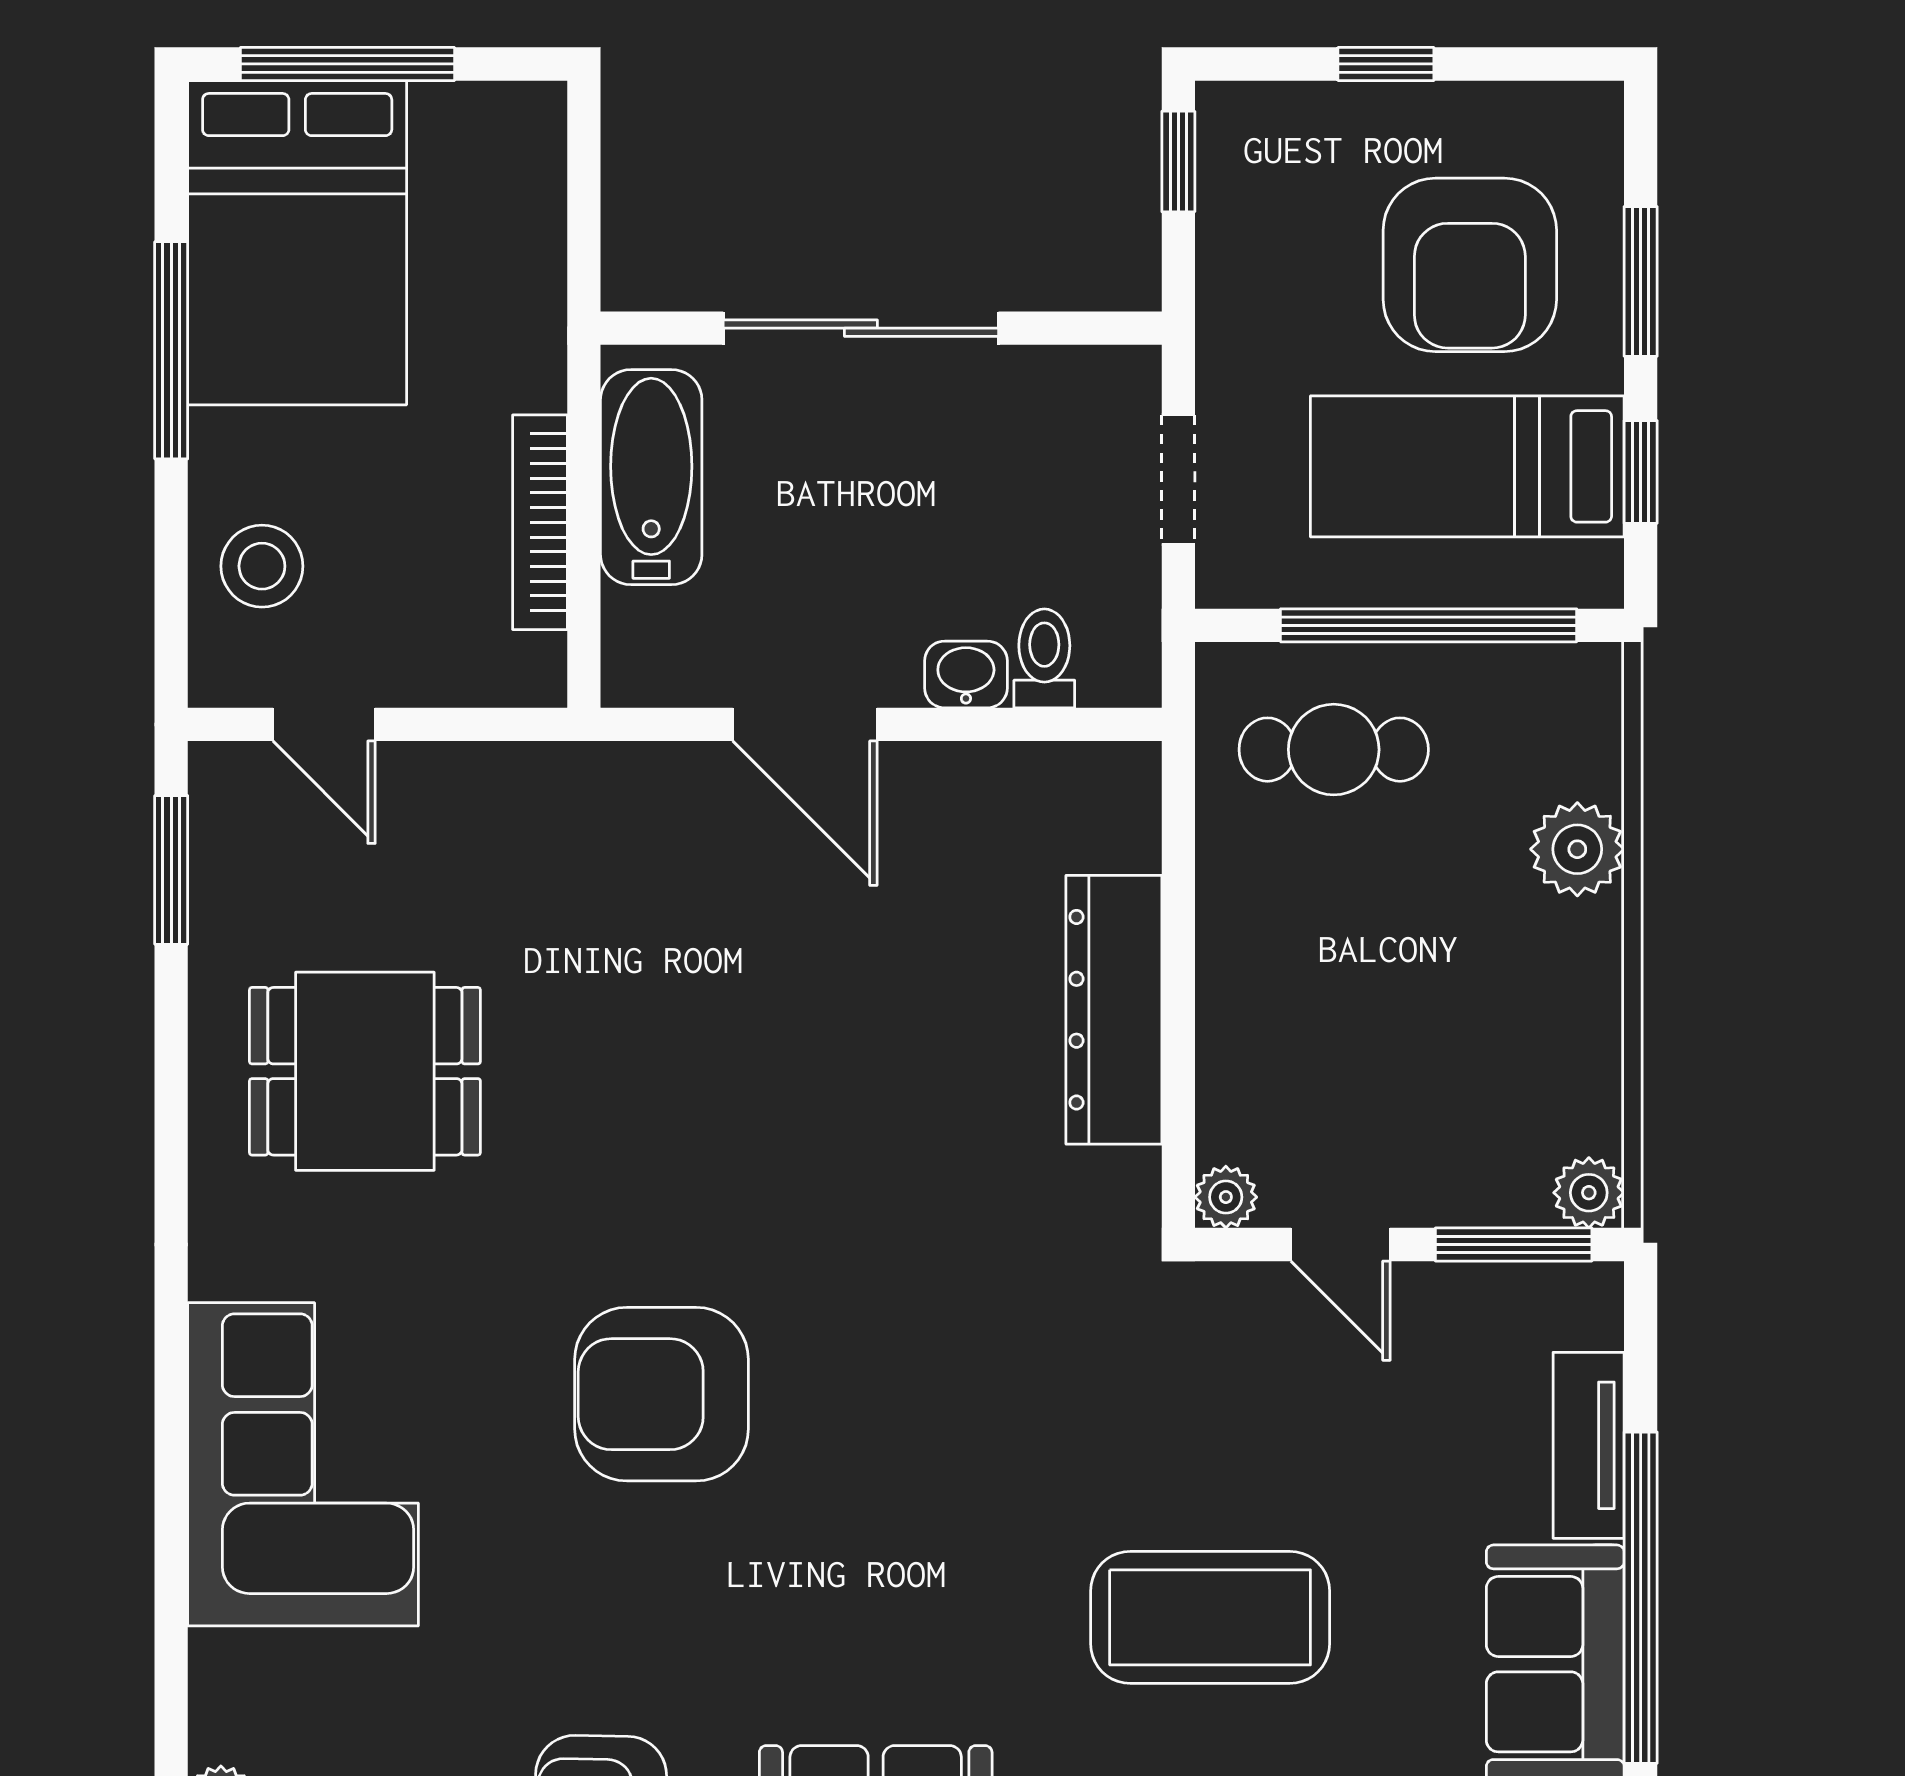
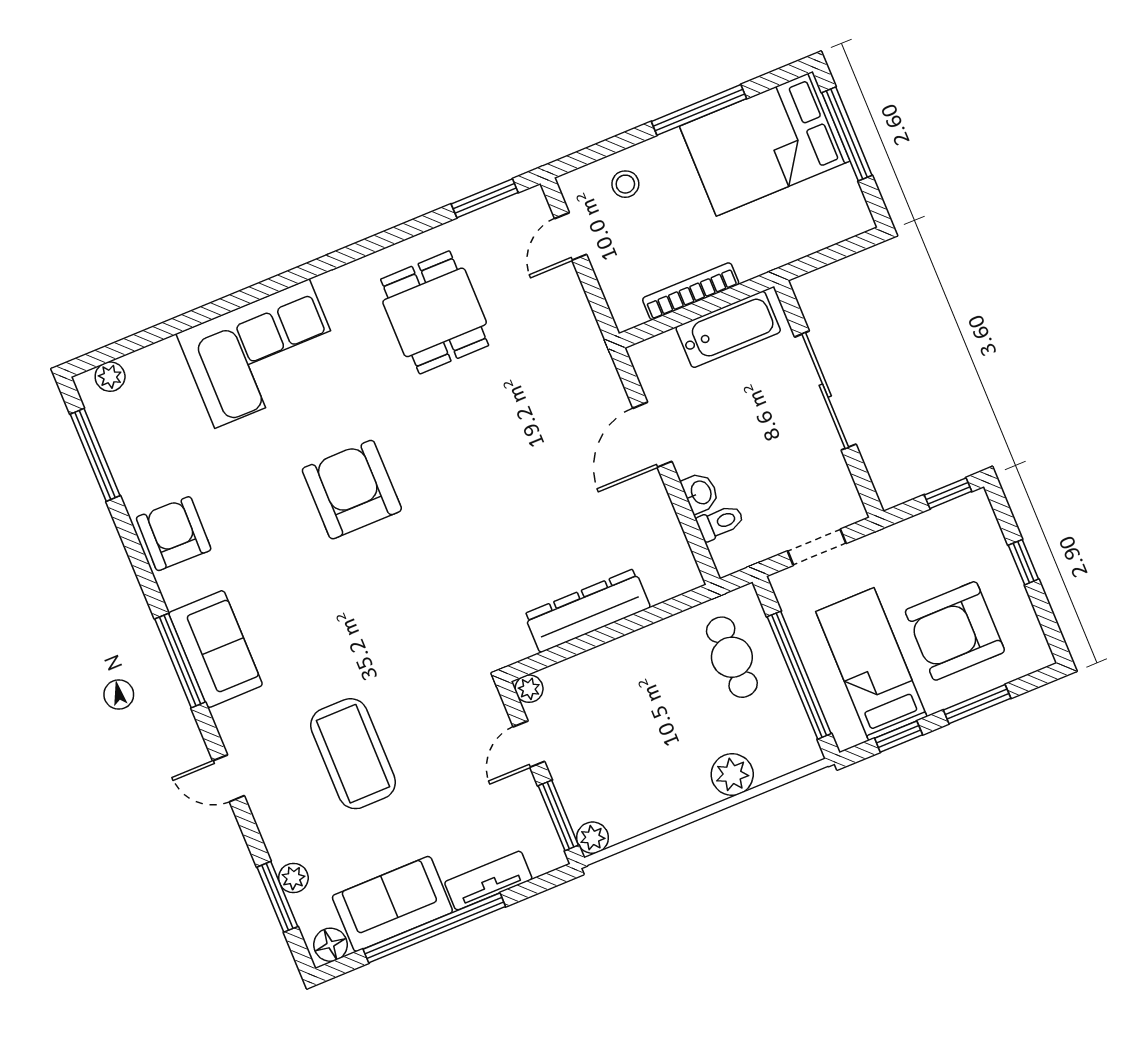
stool: (262, 566) -> (625, 184), width x0.73, depth x0.73

